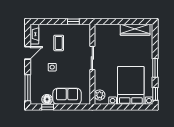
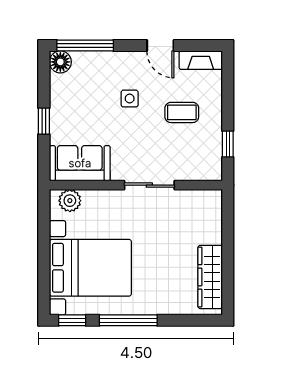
window: (155, 68) -> (128, 320), width x1.44
sofa: (67, 96) -> (80, 163), moved, turned -90
floor lamp: (47, 99) -> (60, 62), moved
window: (48, 107) -> (44, 121), moved

